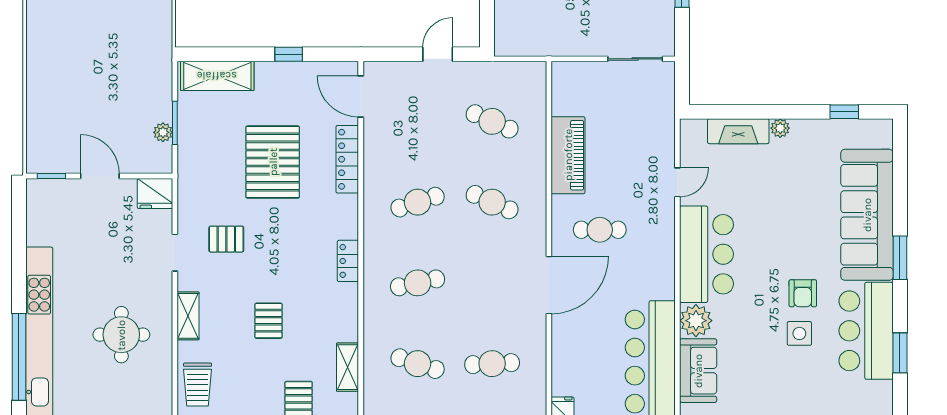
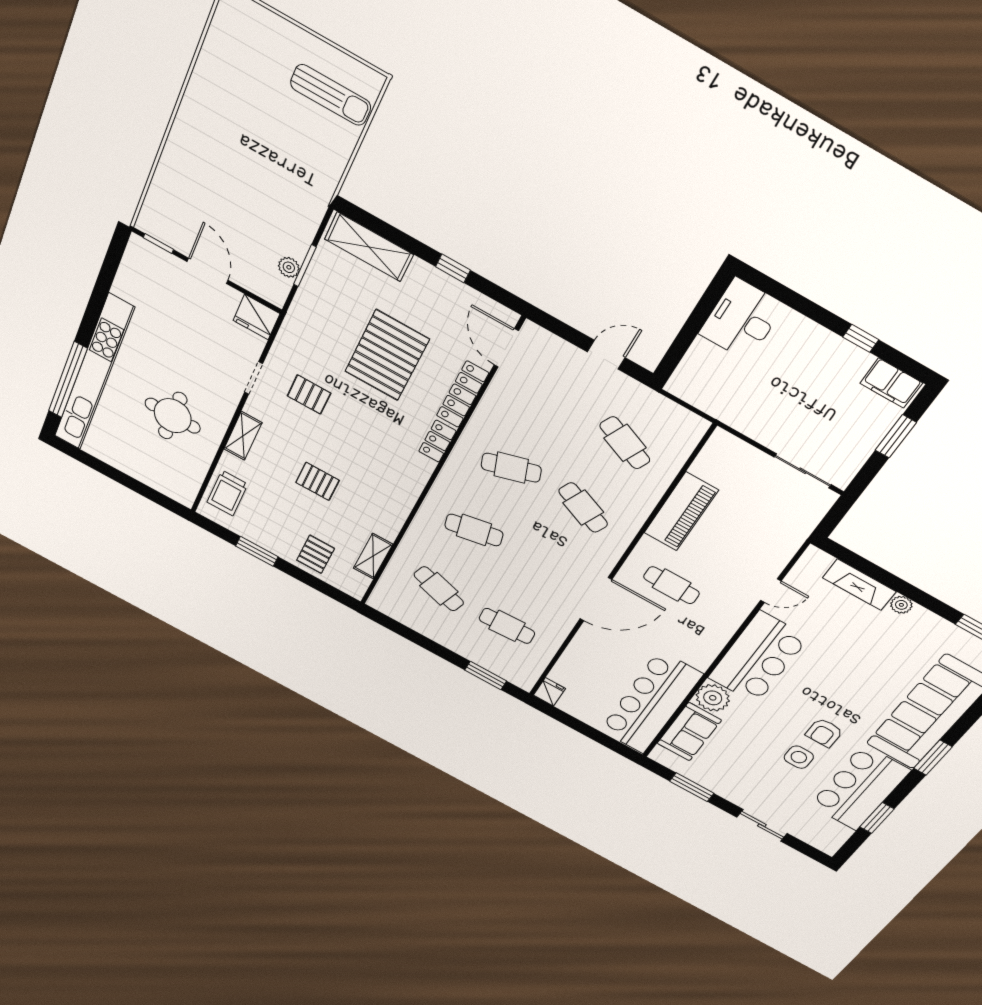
locker: (348, 261) -> (437, 441), moved
pallet: (269, 321) -> (317, 481), turned 90

